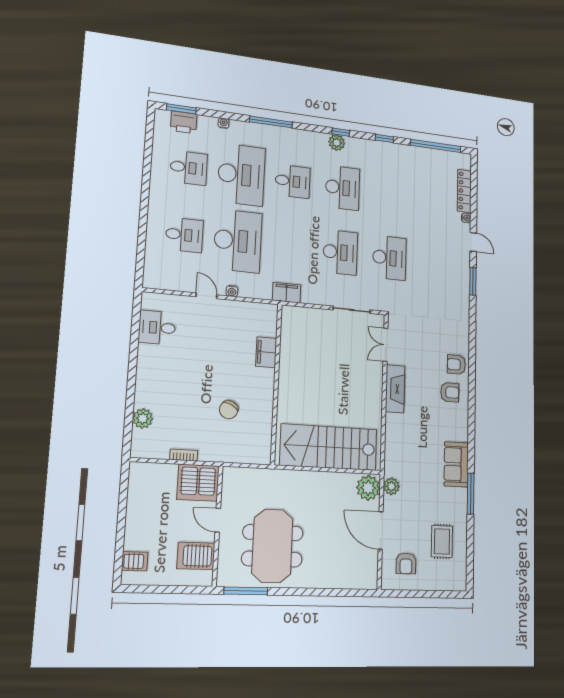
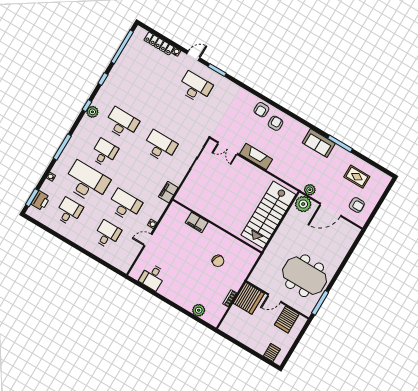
desk: (238, 241) -> (125, 205), width x0.73, depth x0.77
desk: (389, 258) -> (195, 87), moved

